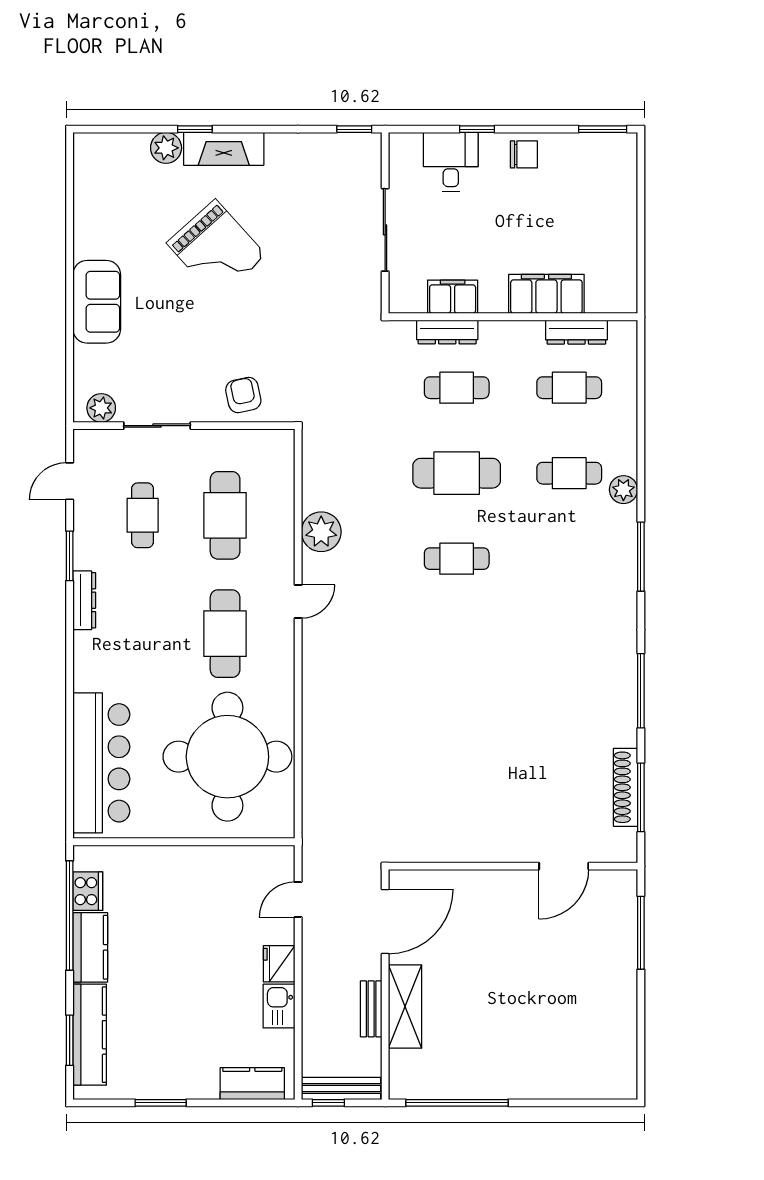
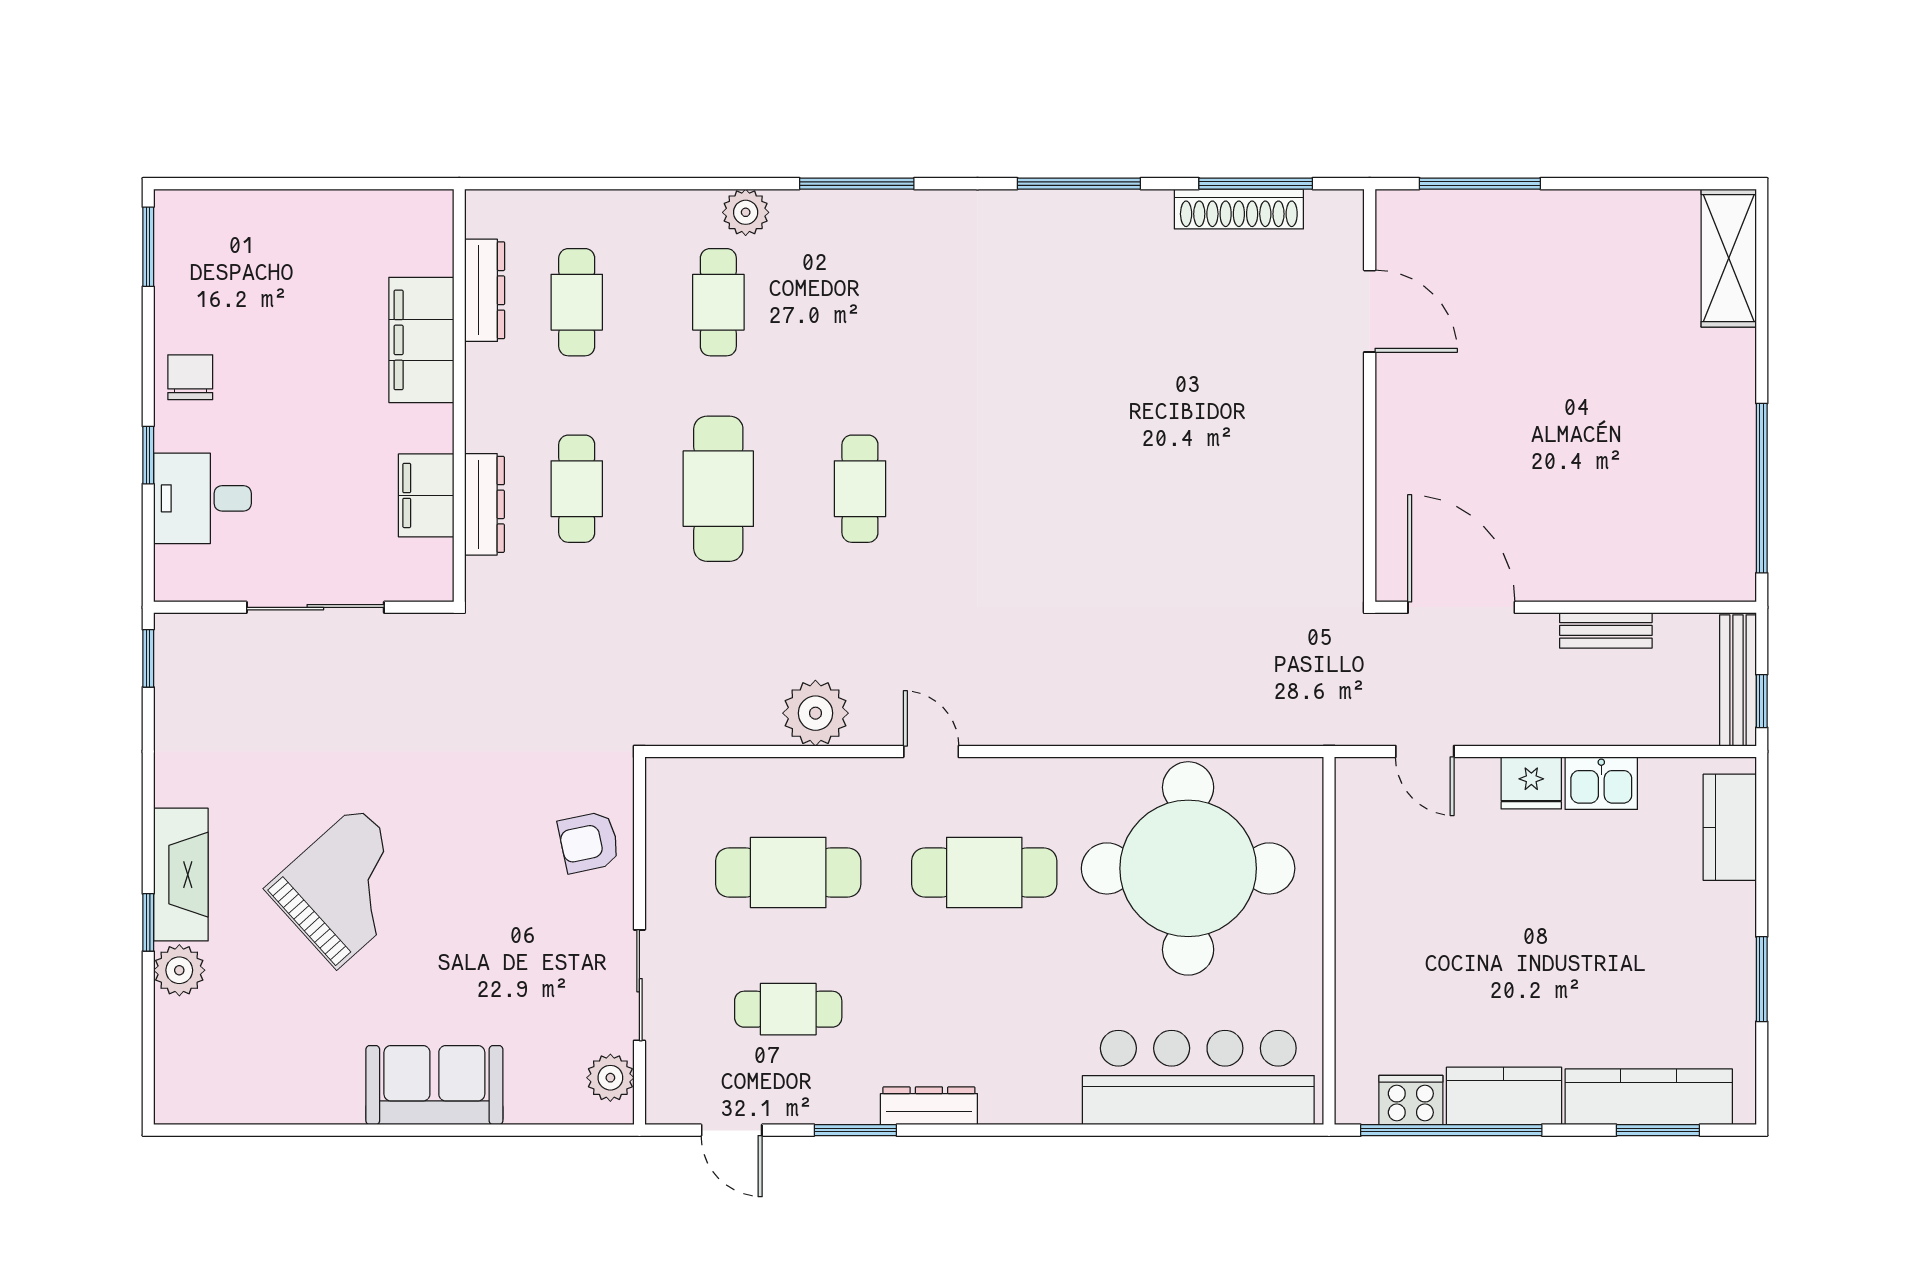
shelving: (405, 1006) -> (1729, 258), moved, turned 90

